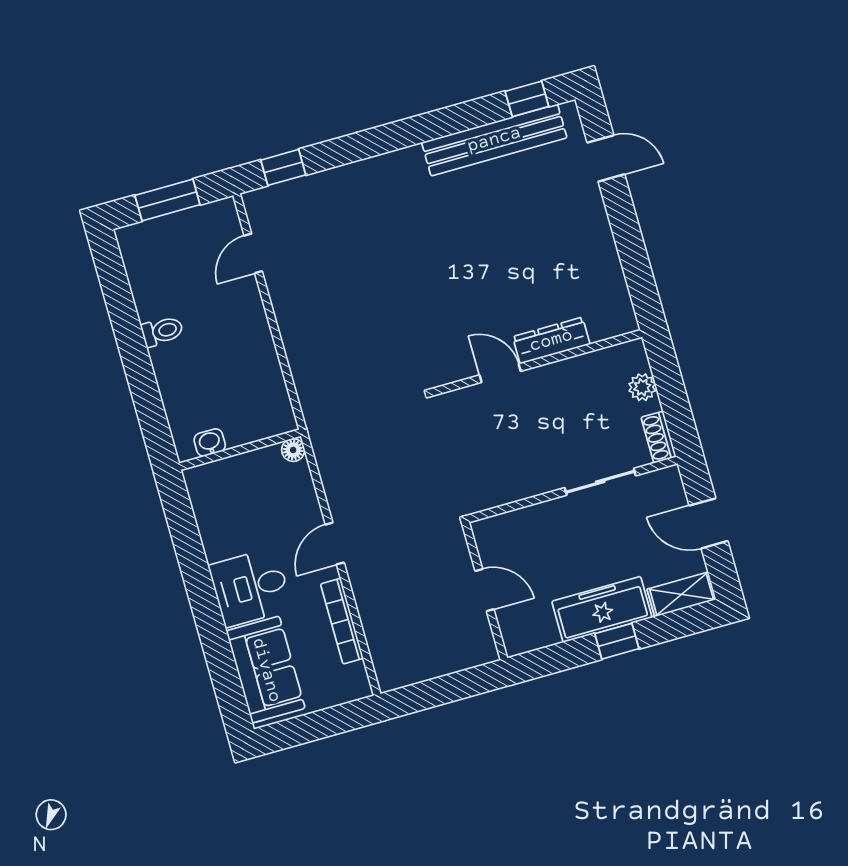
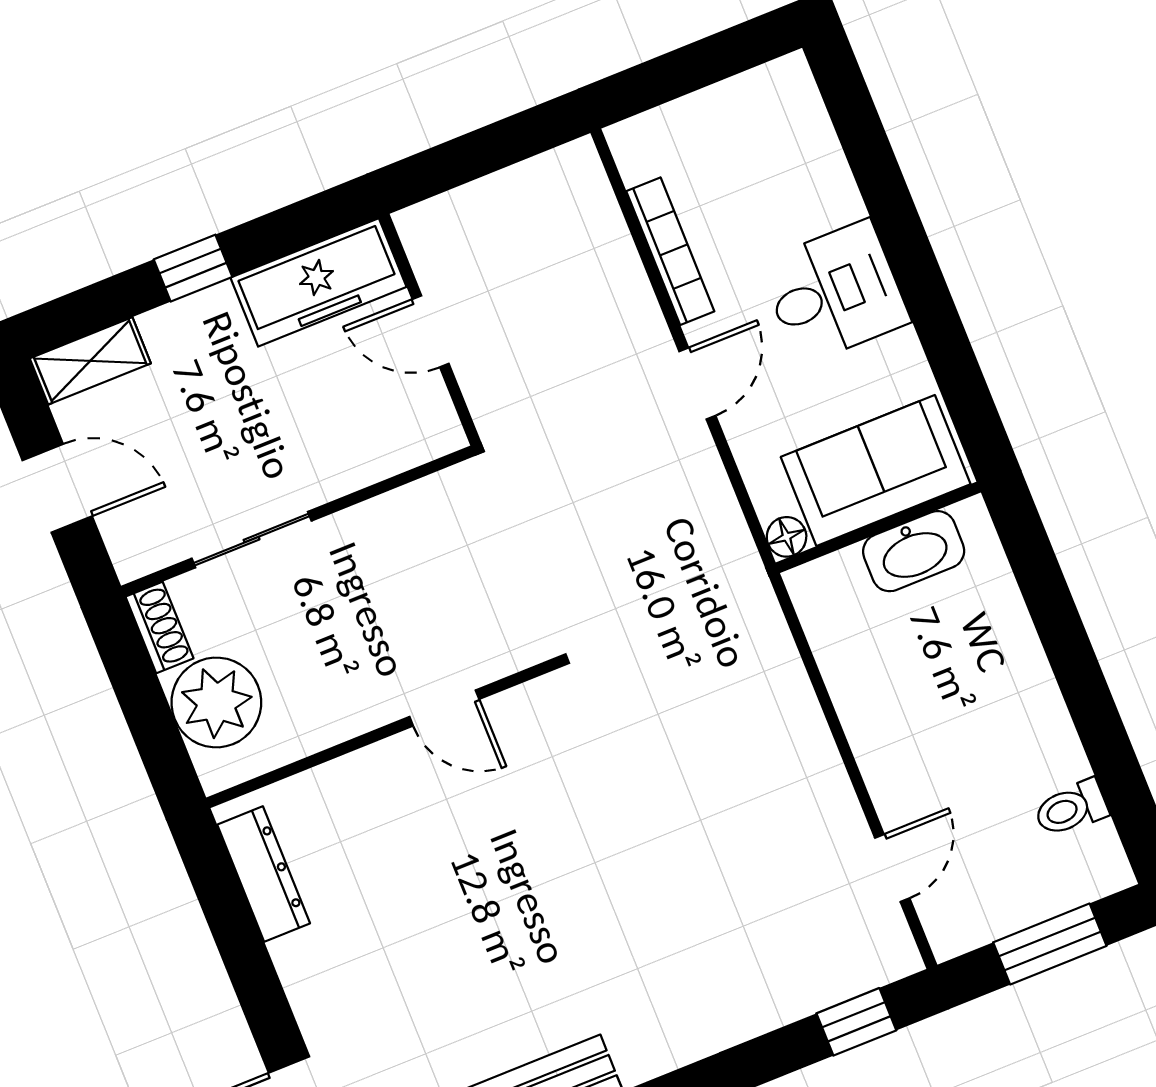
toilet: (162, 331) -> (1071, 808), moved
dresser: (551, 341) -> (264, 874), moved, turned -90
plant: (642, 387) -> (216, 702), width x1.87, depth x1.87
washbasin: (210, 443) -> (914, 551), width x1.91, depth x1.45
freezer: (602, 609) -> (318, 282), moved
sofa: (266, 670) -> (876, 471), moved, turned 90

